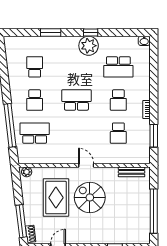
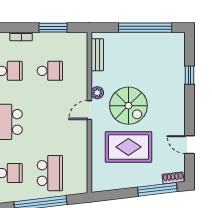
school desk: (35, 133) -> (50, 173), turned 180
plant: (27, 172) -> (97, 93), moved
spiral stairs: (90, 197) -> (128, 106), turned -90

